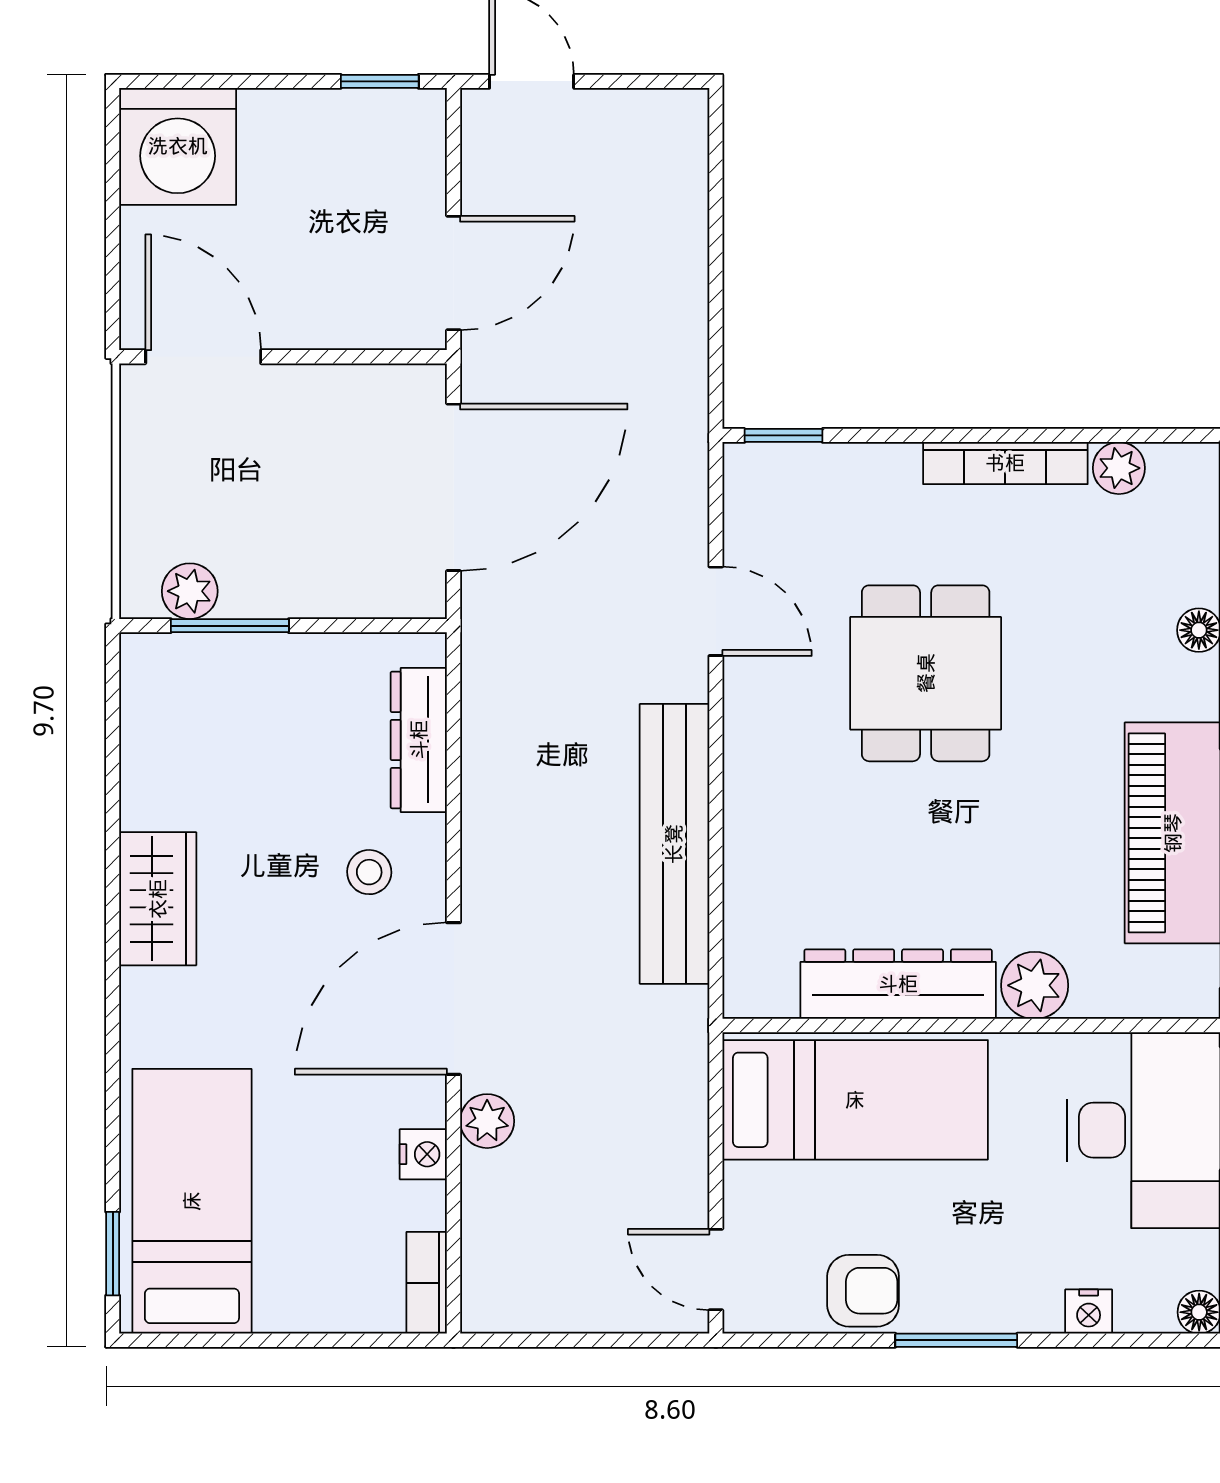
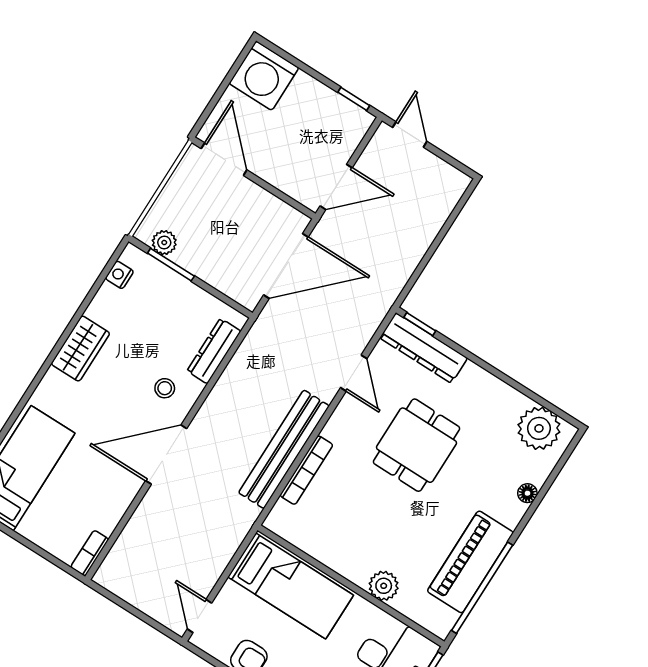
bookcase: (1005, 463) -> (306, 470), moved, turned -90
plant: (1119, 468) -> (539, 428), width x1.87, depth x1.87
dresser: (898, 984) -> (424, 348), moved, turned 180
plant: (487, 1121) -> (150, 508), removed
nightstand: (423, 1154) -> (119, 275), moved, turned 180

